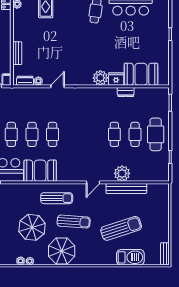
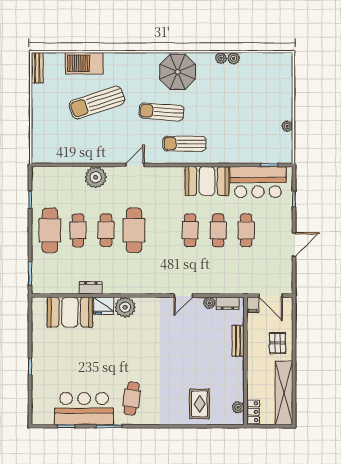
cafe table: (94, 134) -> (134, 230), added
bench: (126, 189) -> (90, 157), removed
parasol: (32, 227) -> (218, 104), removed

